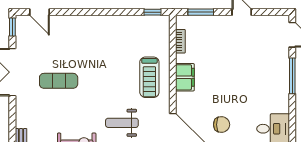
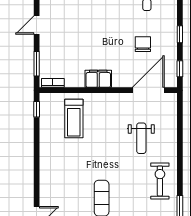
bookcase: (180, 41) -> (53, 83), moved
treadmill: (149, 77) -> (74, 118), moved, turned 90

